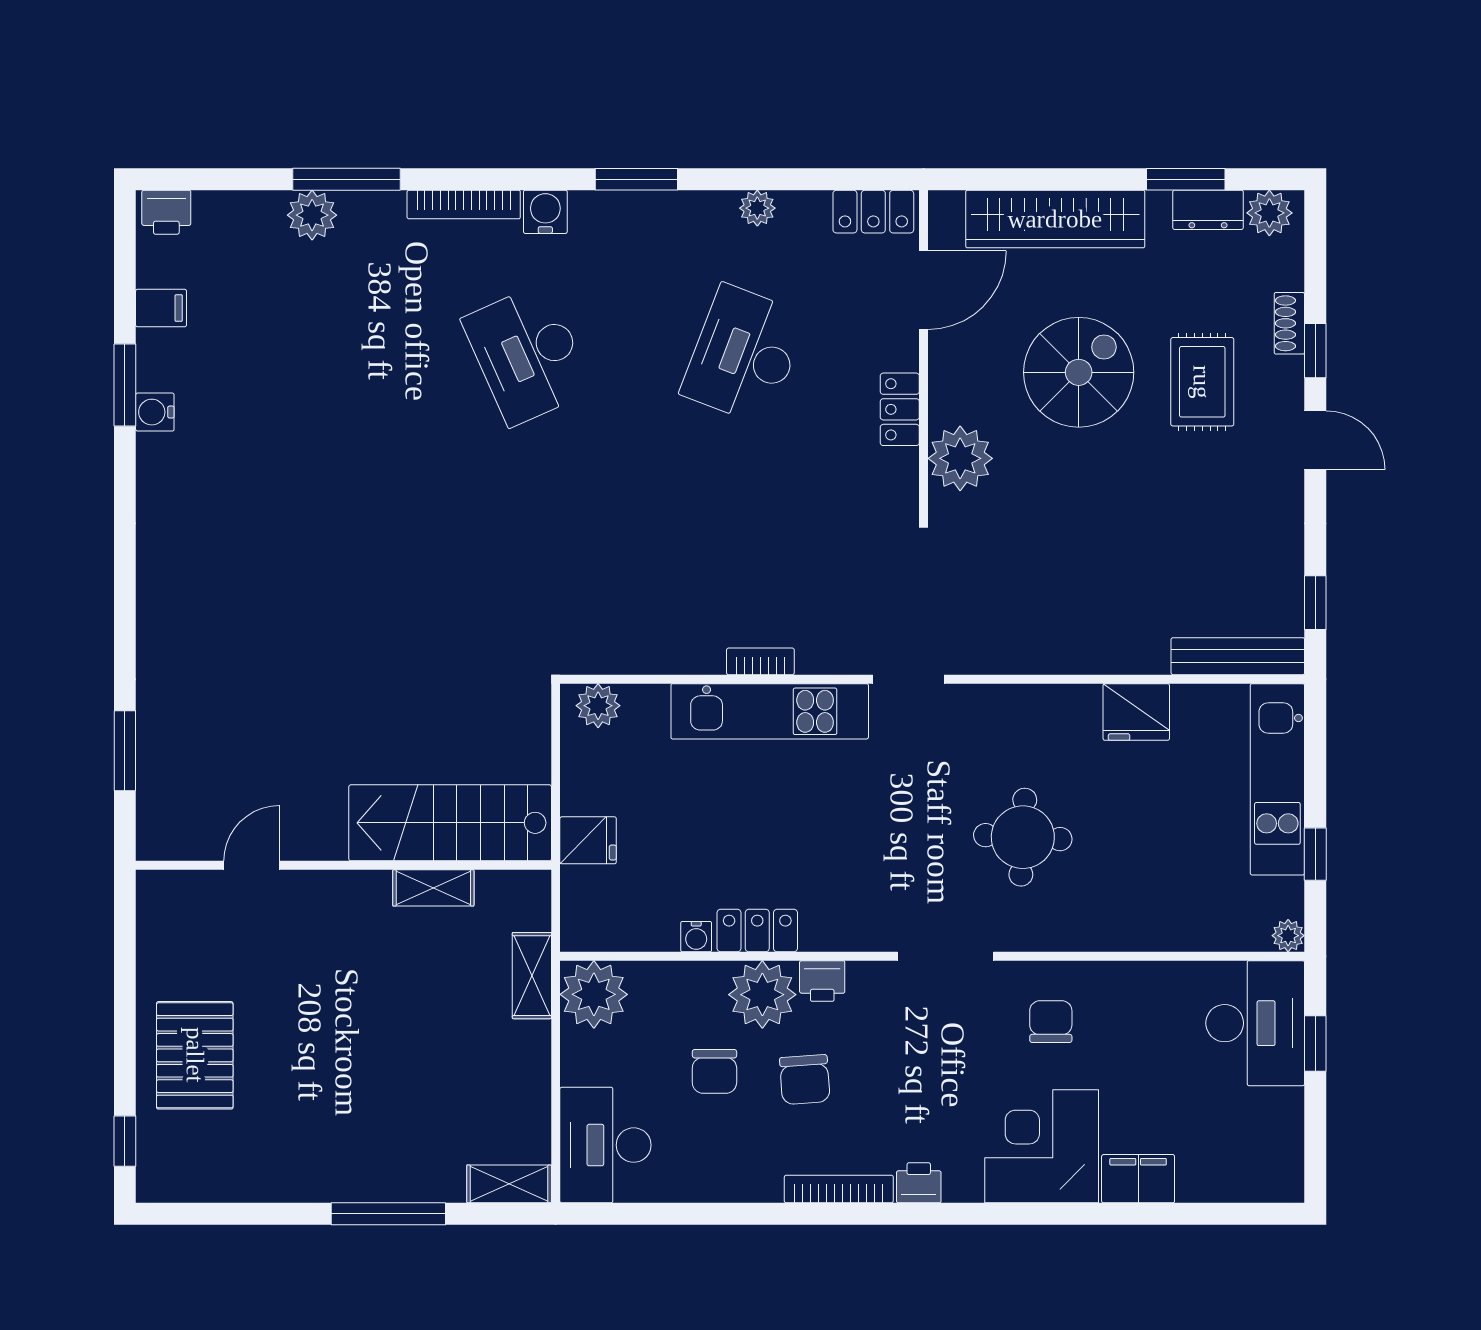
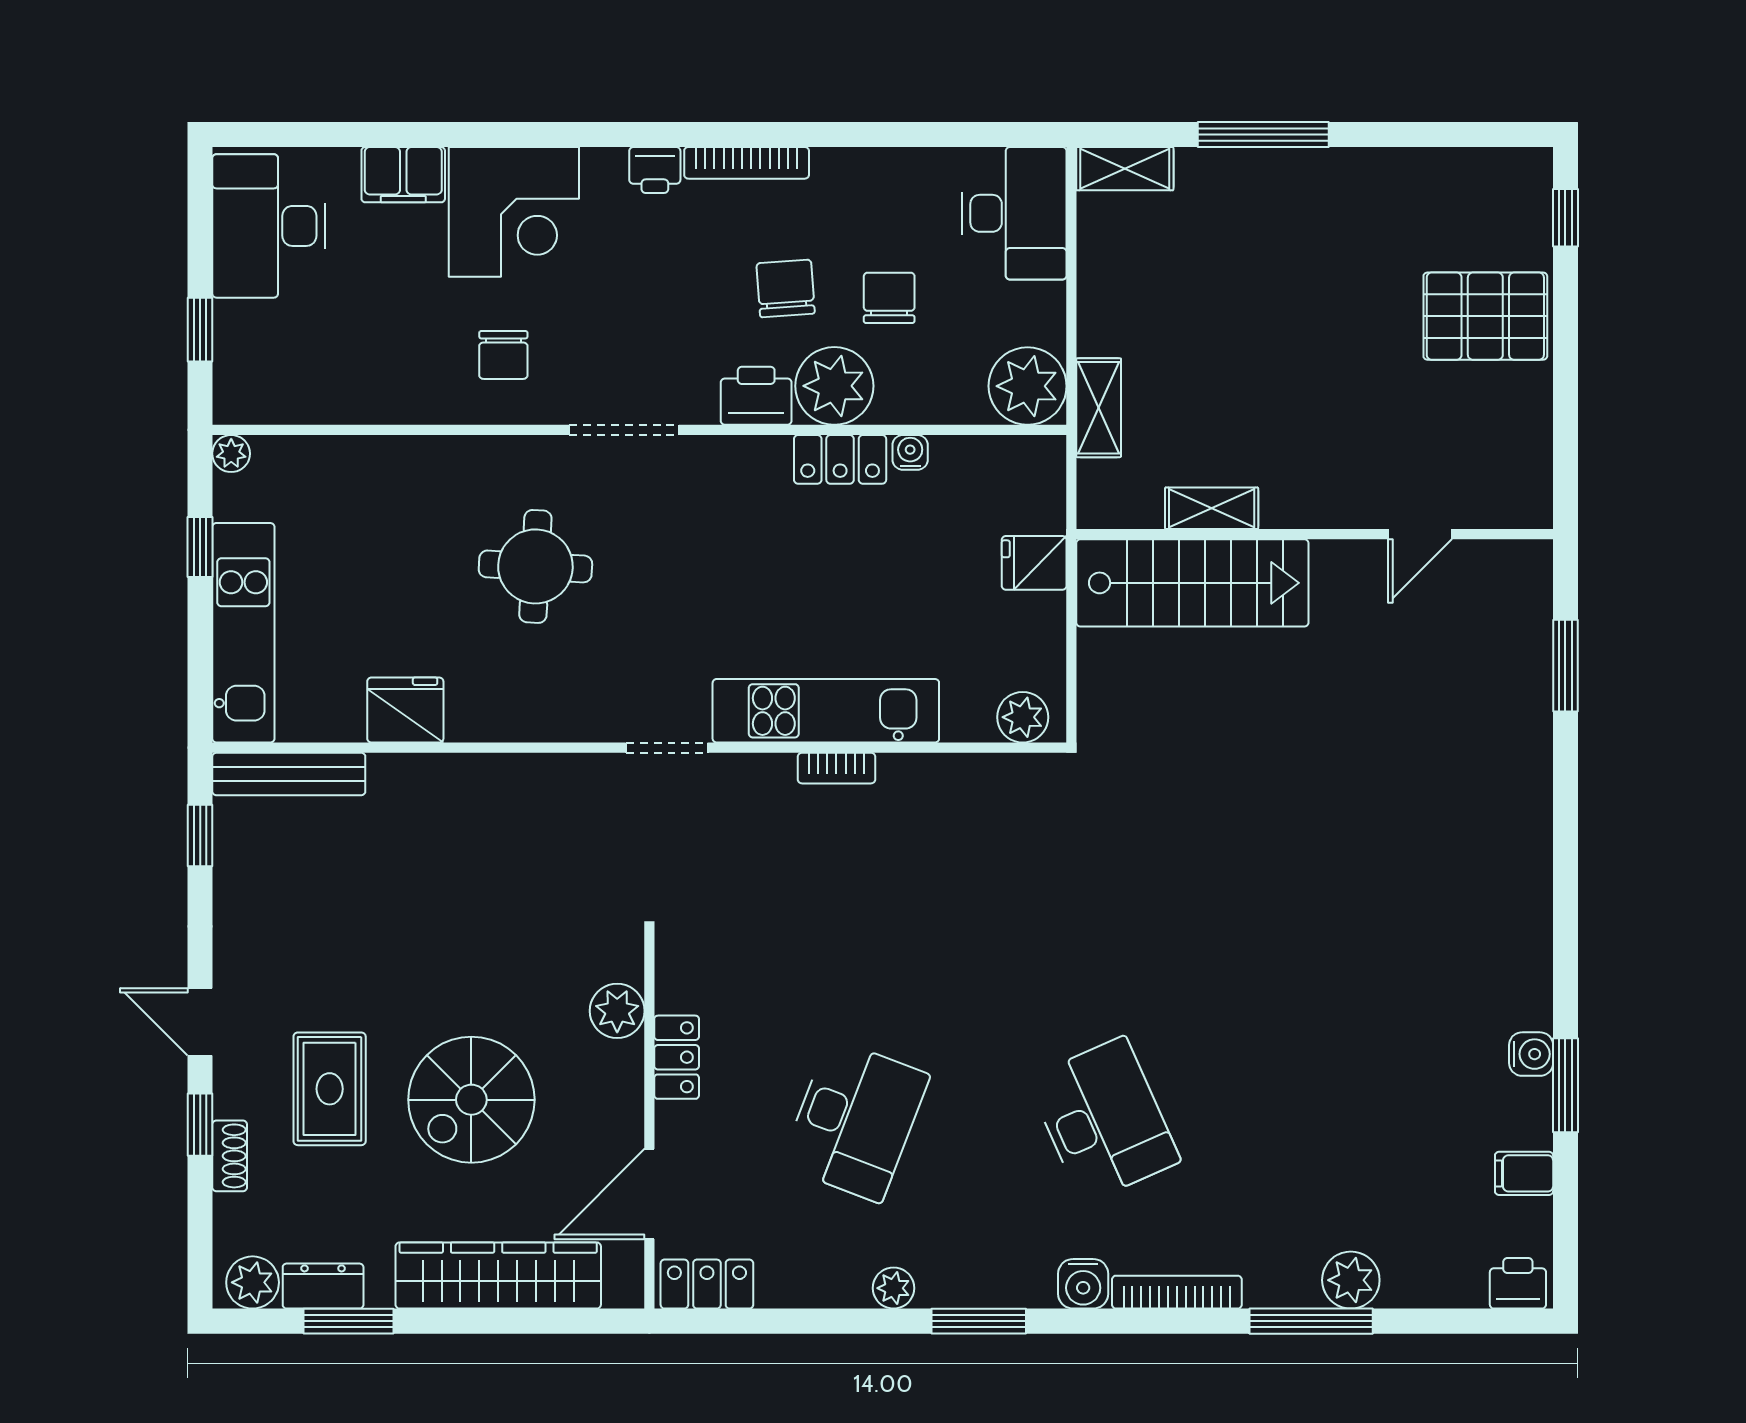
plant: (757, 208) -> (894, 1288), moved
plant: (960, 458) -> (617, 1011), width x0.73, depth x0.73
printer: (822, 981) -> (756, 396), width x1.36, depth x1.24
desk: (1255, 1023) -> (269, 226), moved
pallet: (195, 1055) -> (1485, 316), turned 90

